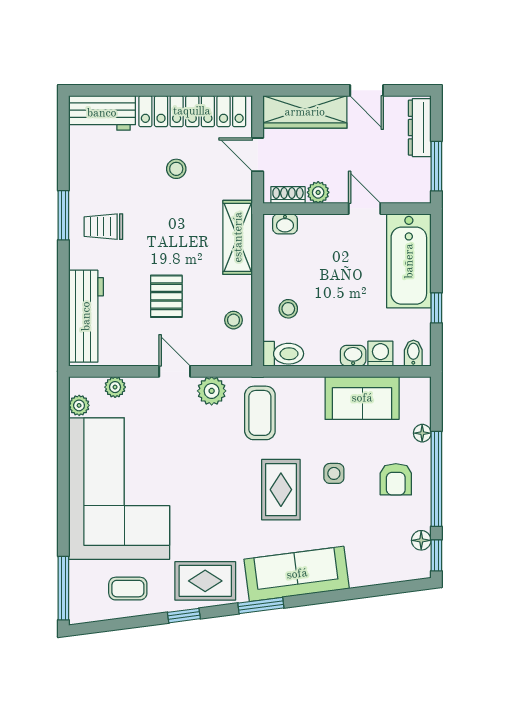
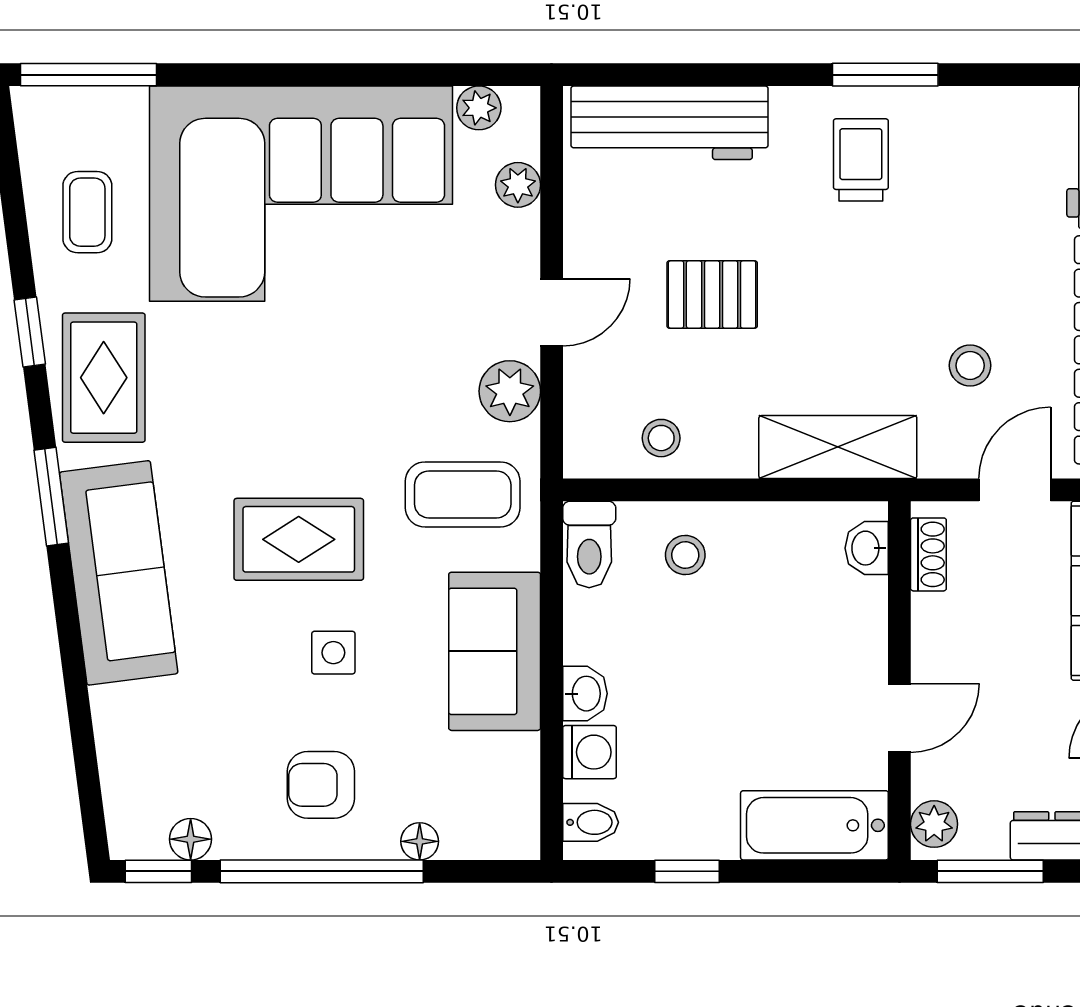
stool: (176, 169) -> (970, 365), moved
plant: (318, 192) -> (934, 824), moved
bathtub: (409, 261) -> (814, 825), width x0.73, depth x0.73
sofa: (362, 398) -> (495, 651), moved

